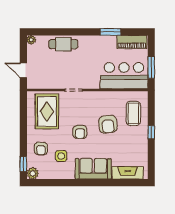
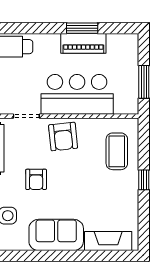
piano: (132, 42) -> (83, 43), moved
bar counter: (124, 76) -> (77, 94), moved
armchair: (108, 124) -> (63, 137), moved

